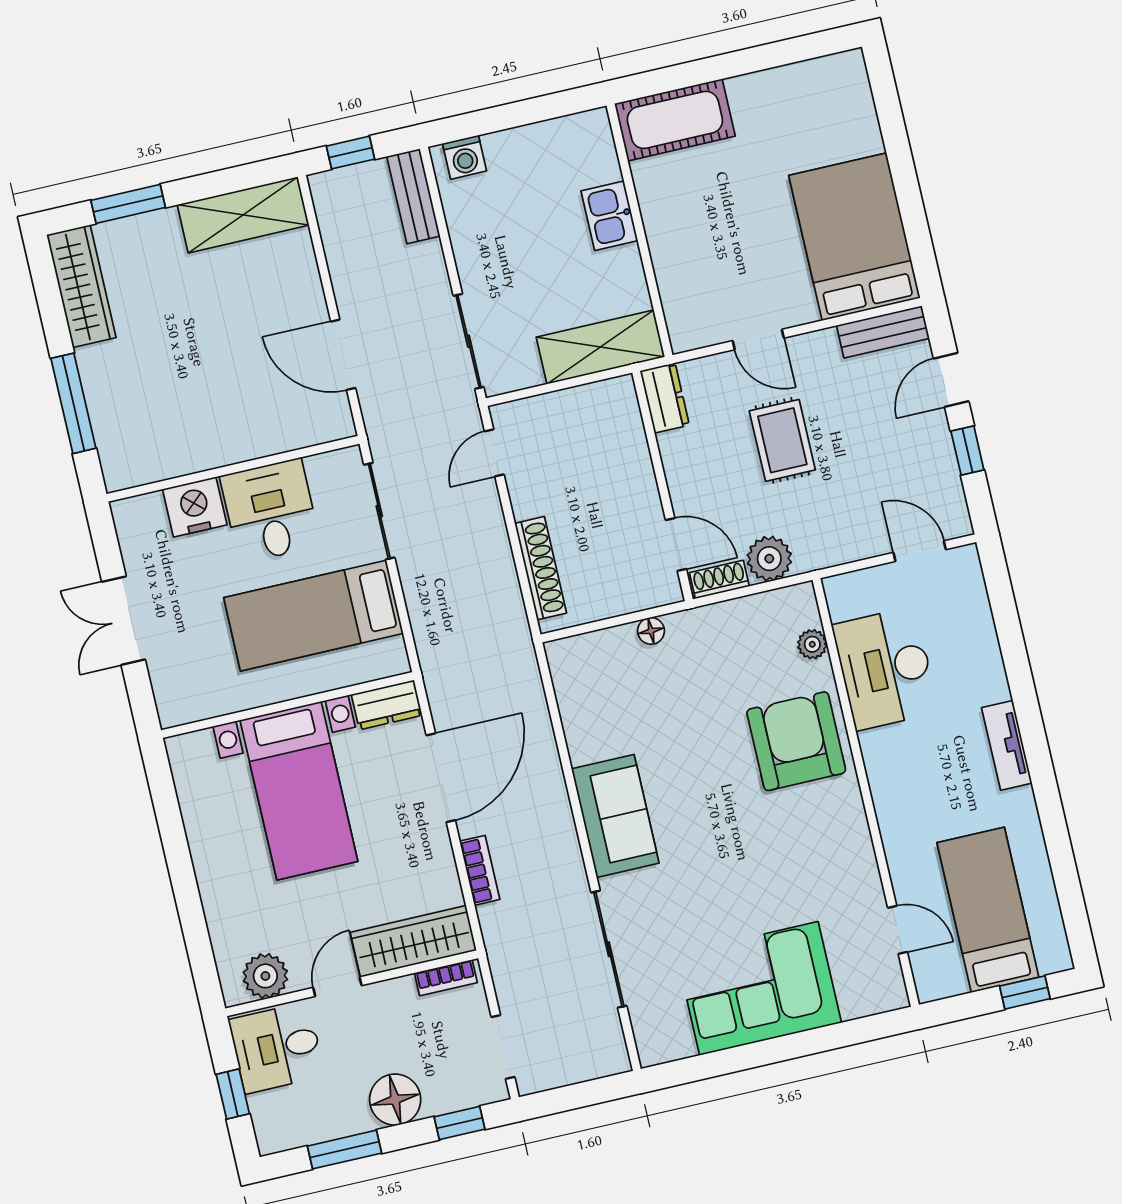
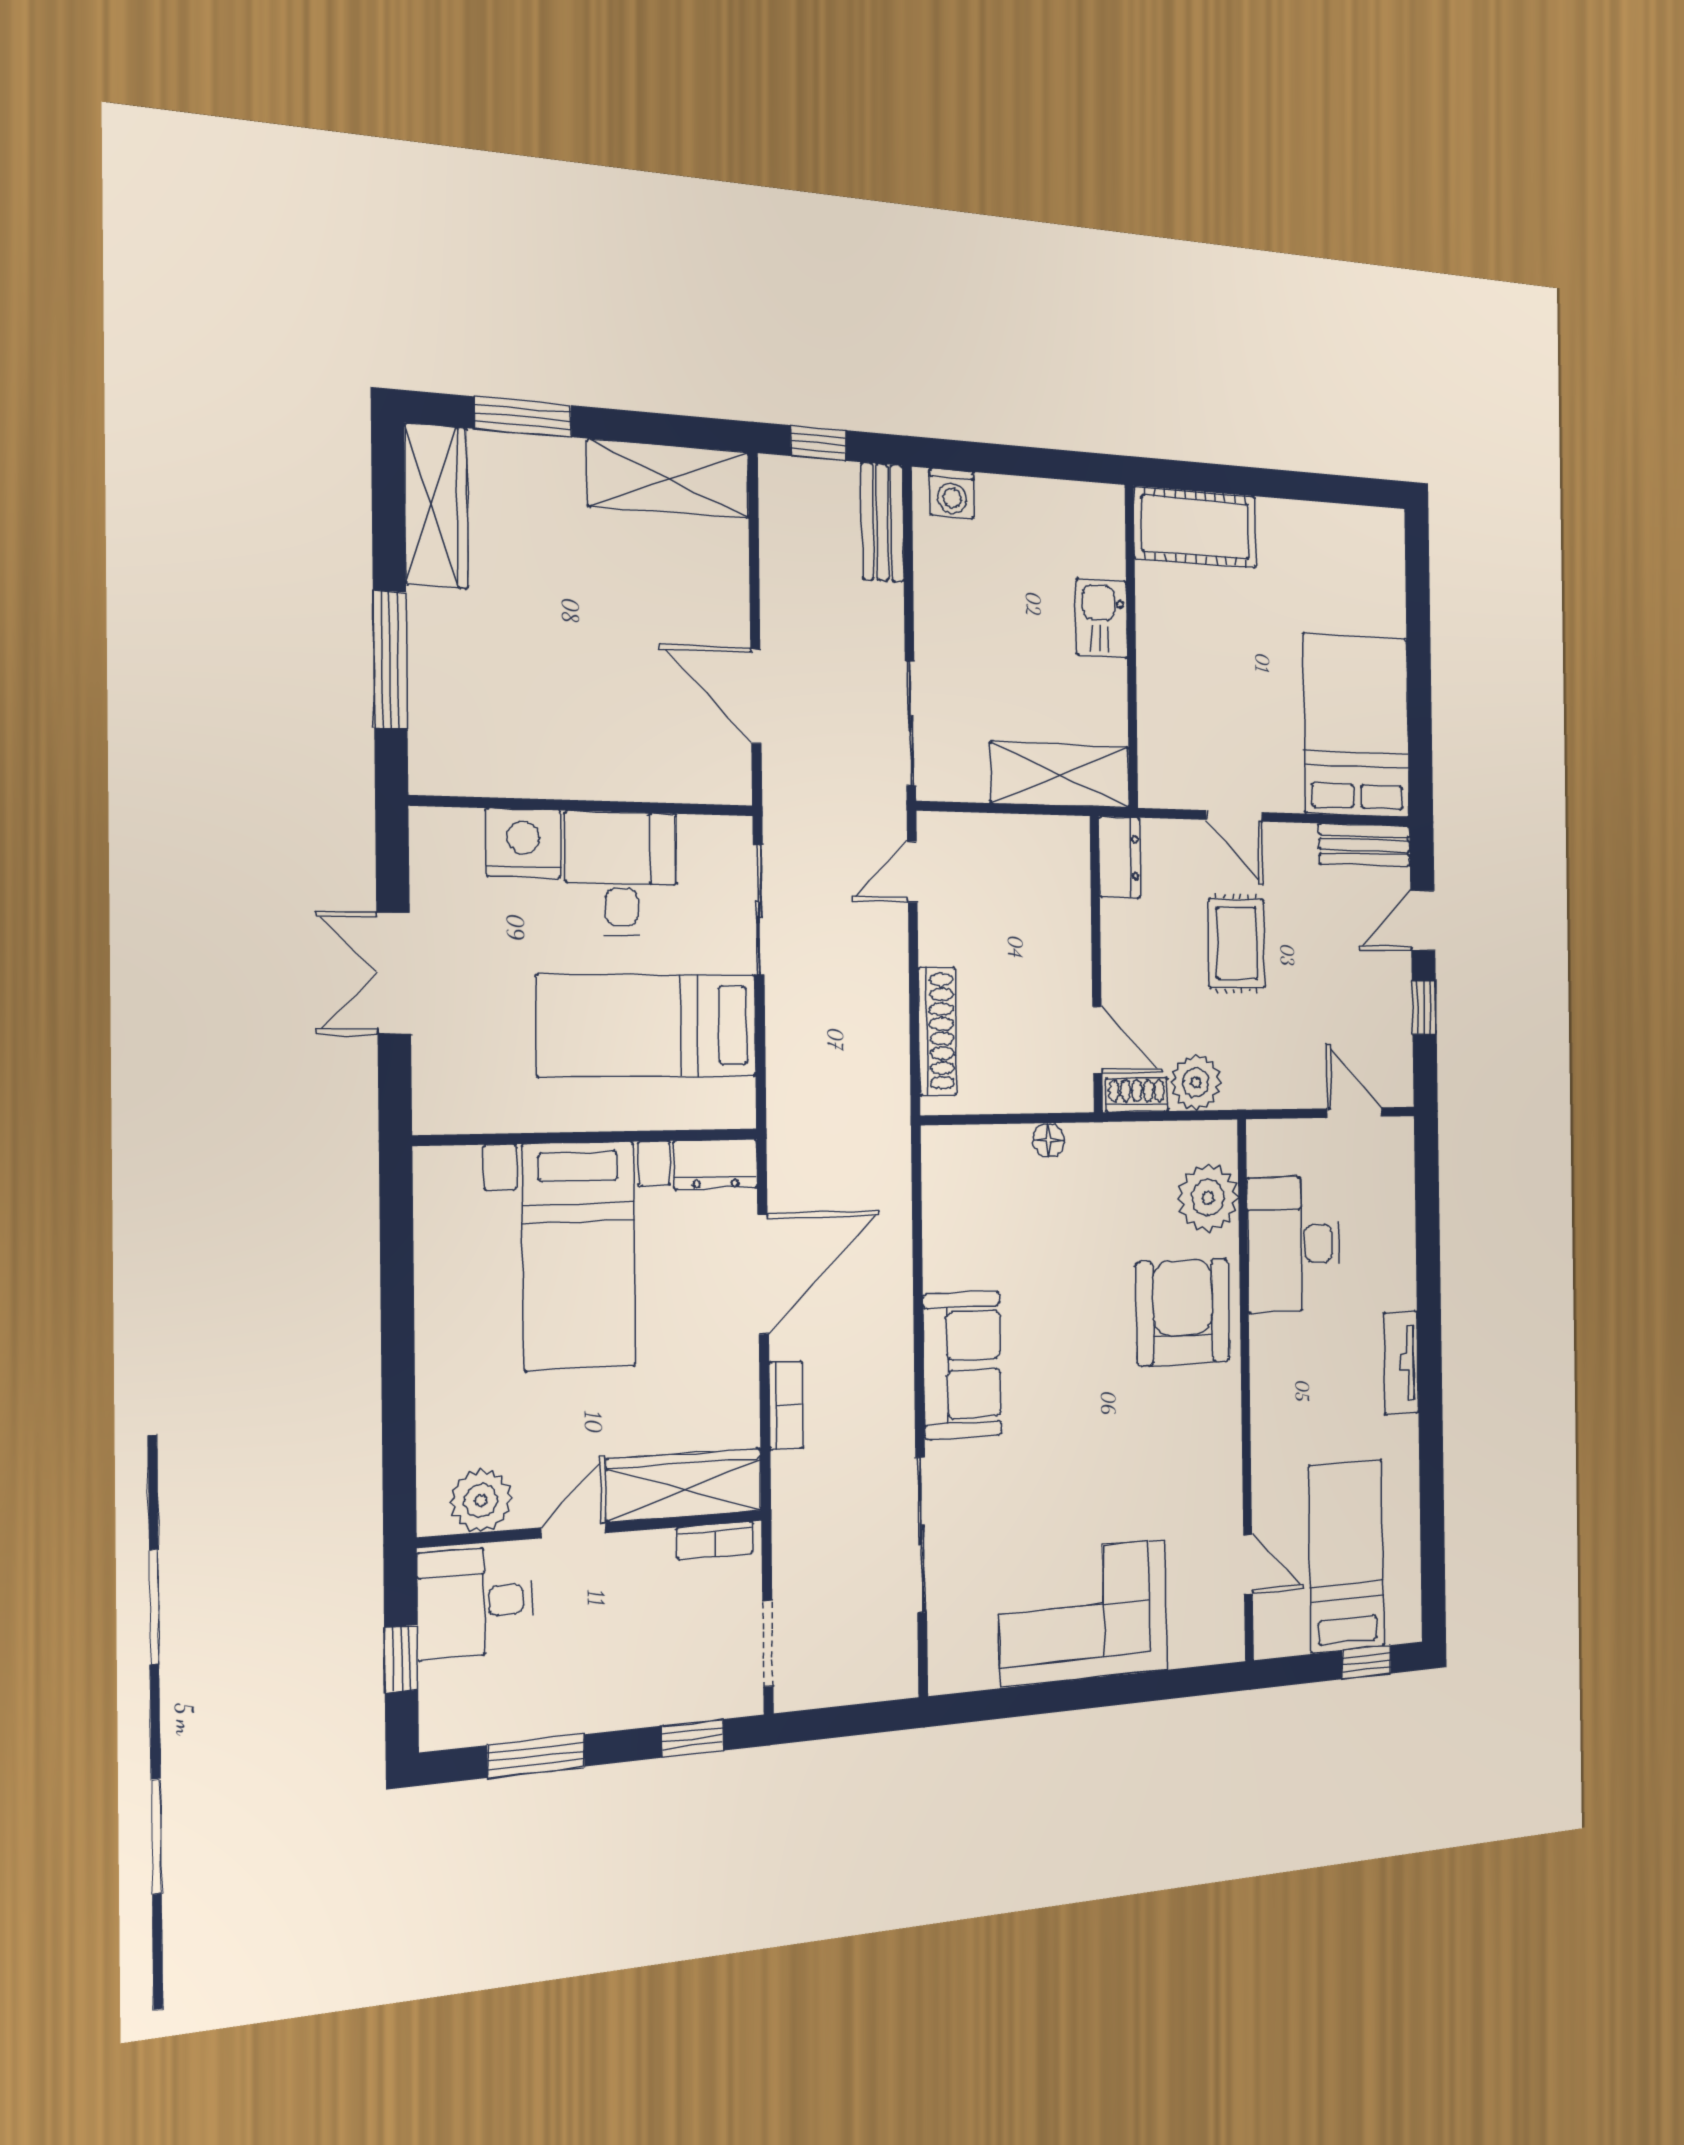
plant: (812, 644) -> (1208, 1198), width x1.87, depth x1.87
floor lamp: (395, 1100) -> (617, 1696), removed

